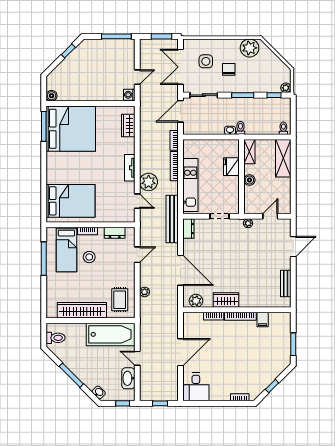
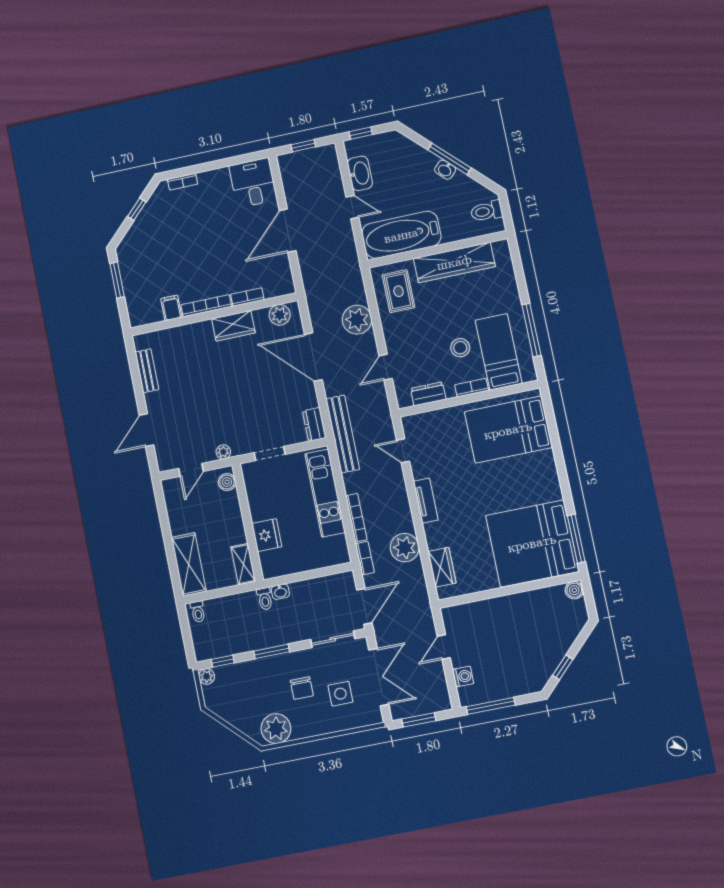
washing machine: (129, 95) -> (463, 676), moved
boiler: (249, 180) -> (227, 482), moved
plant: (149, 182) -> (405, 548), moved
plant: (145, 292) -> (357, 320), width x1.87, depth x1.87
washbasin: (99, 392) -> (445, 170), moved

